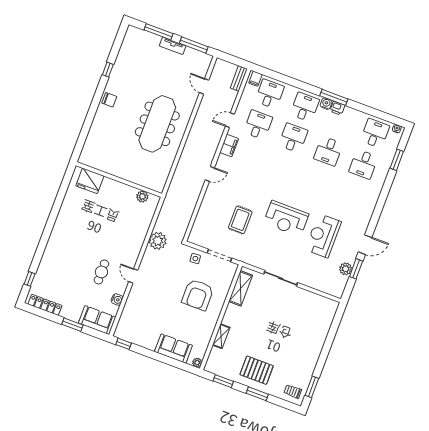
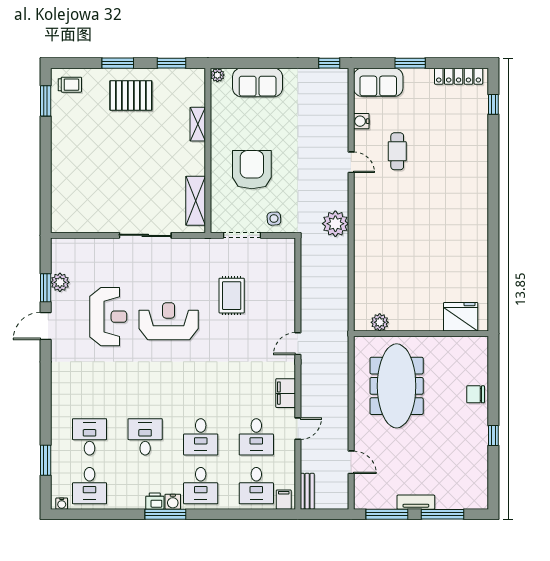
wall: (119, 180) -> (421, 334), moved
fridge: (90, 181) -> (461, 317), moved
plant: (142, 196) -> (380, 322), moved

